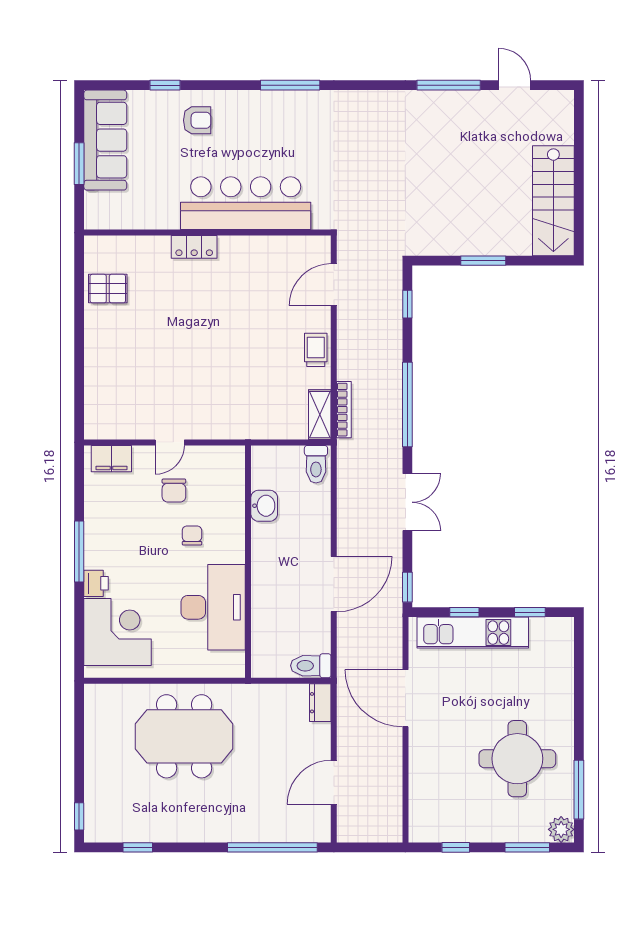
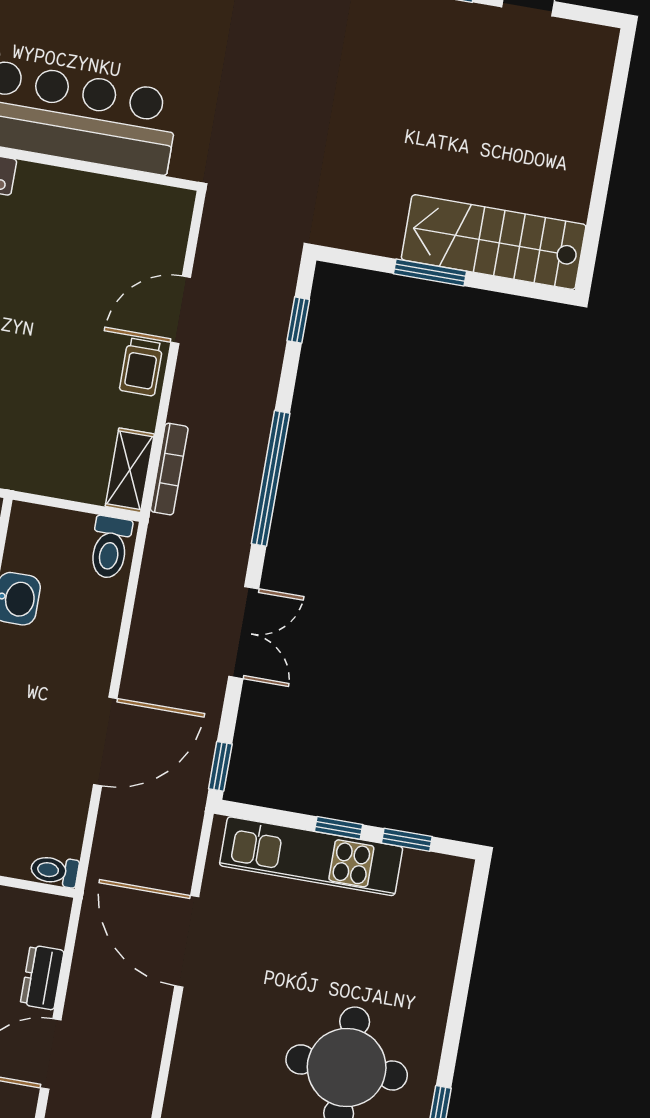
stairs: (553, 201) -> (494, 242), moved, turned 90
door: (334, 285) -> (181, 310), moved
trolley: (316, 350) -> (141, 367), turned 180
window: (464, 612) -> (339, 828), moved
toilet: (311, 666) -> (54, 871), width x0.73, depth x0.72
dresser: (320, 703) -> (42, 977), moved

